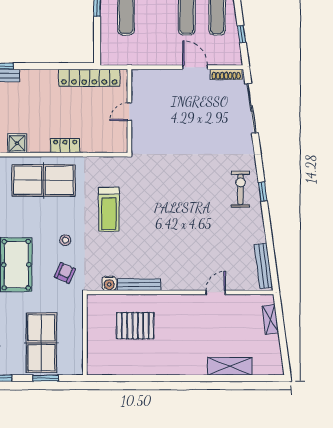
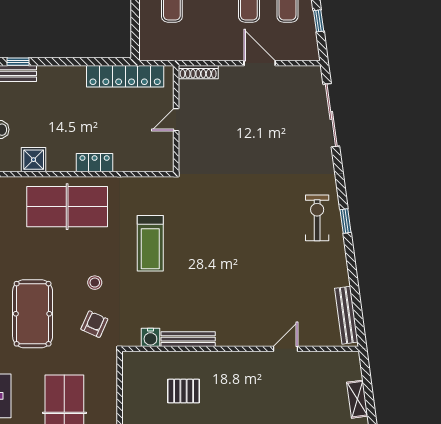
shoe rack: (226, 74) -> (198, 72), moved
shelving: (270, 319) -> (357, 399), moved
pallet: (135, 326) -> (184, 391), width x0.67, depth x0.71

